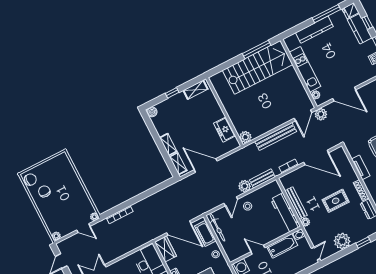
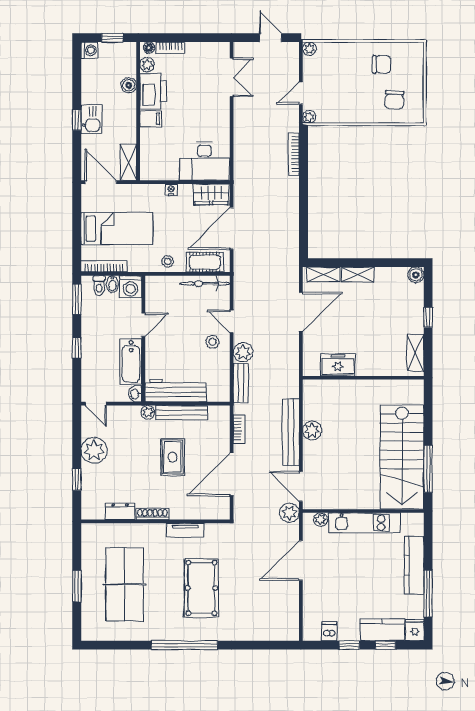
plant: (245, 137) -> (312, 430), moved
chair: (30, 180) -> (394, 100), moved
rug: (336, 201) -> (173, 457), moved

